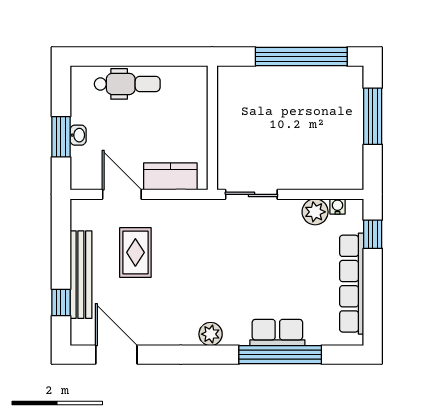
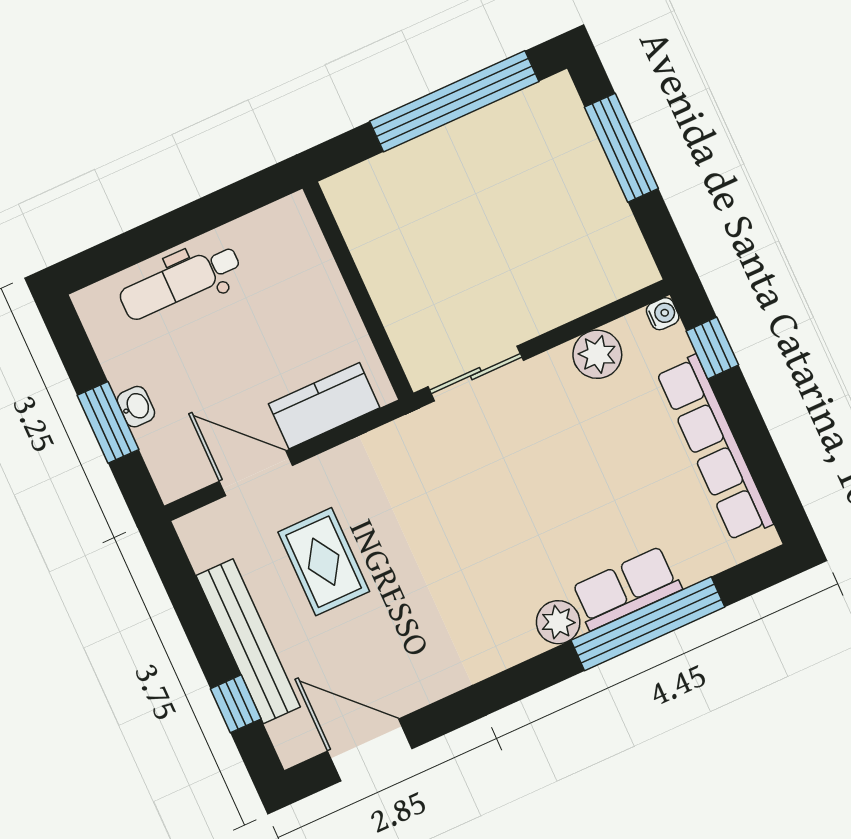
dental chair: (127, 84) -> (180, 282), turned 180
water cooler: (338, 206) -> (663, 314), moved, turned 90
plant: (211, 334) -> (558, 622), moved

